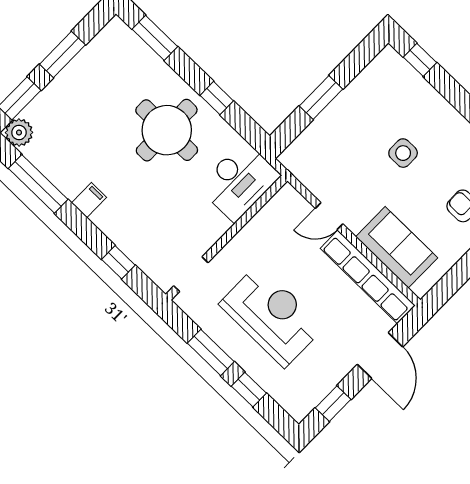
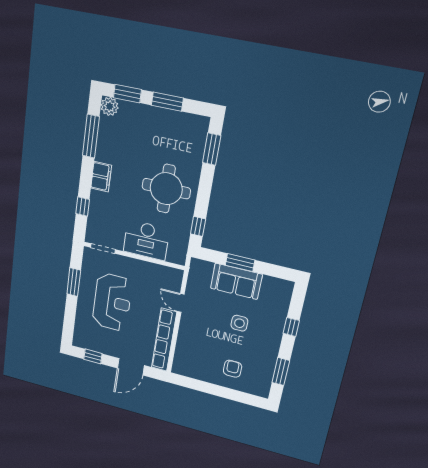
window: (420, 60) -> (291, 327), moved
window: (217, 98) -> (198, 226), moved
desk: (239, 181) -> (146, 240), moved
filing cabinet: (89, 200) -> (101, 177), width x2.00
sofa: (397, 247) -> (236, 281), moved, turned 90
window: (249, 390) -> (70, 312), removed

